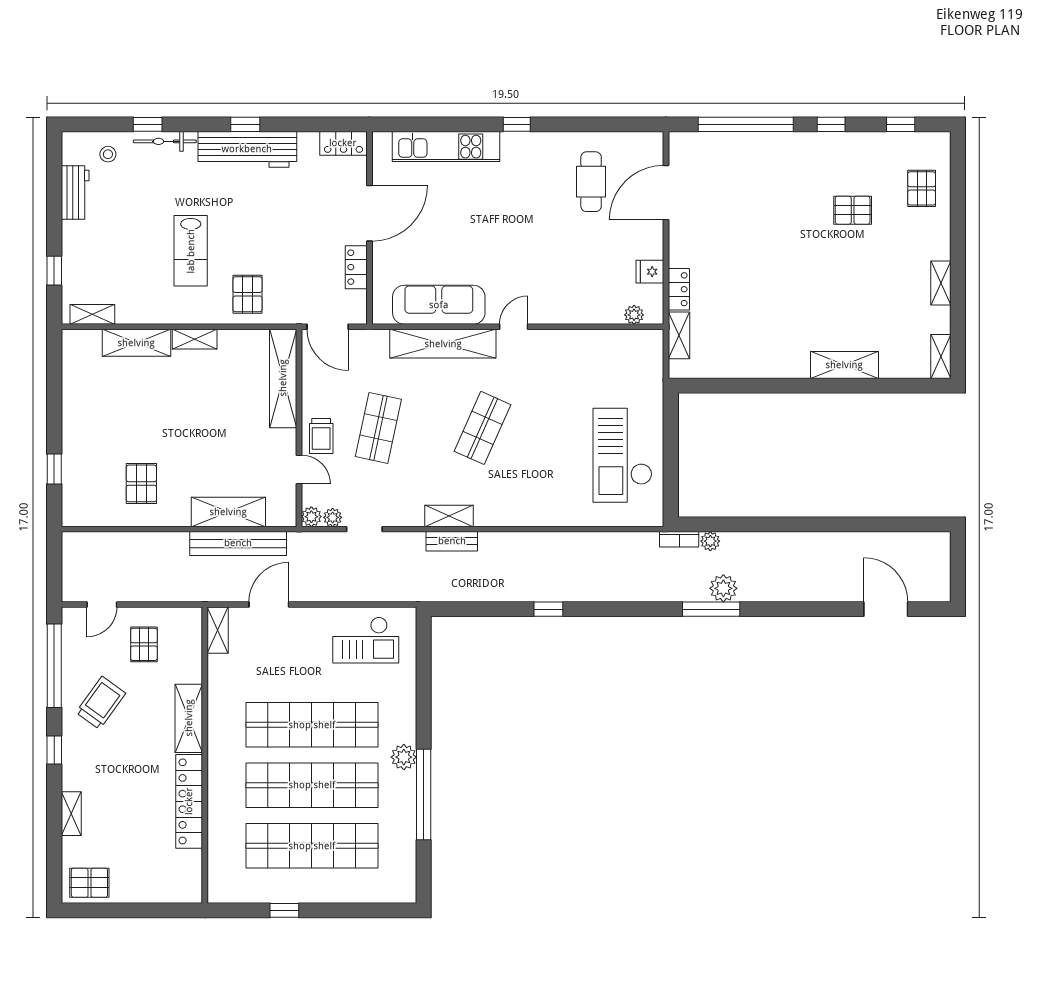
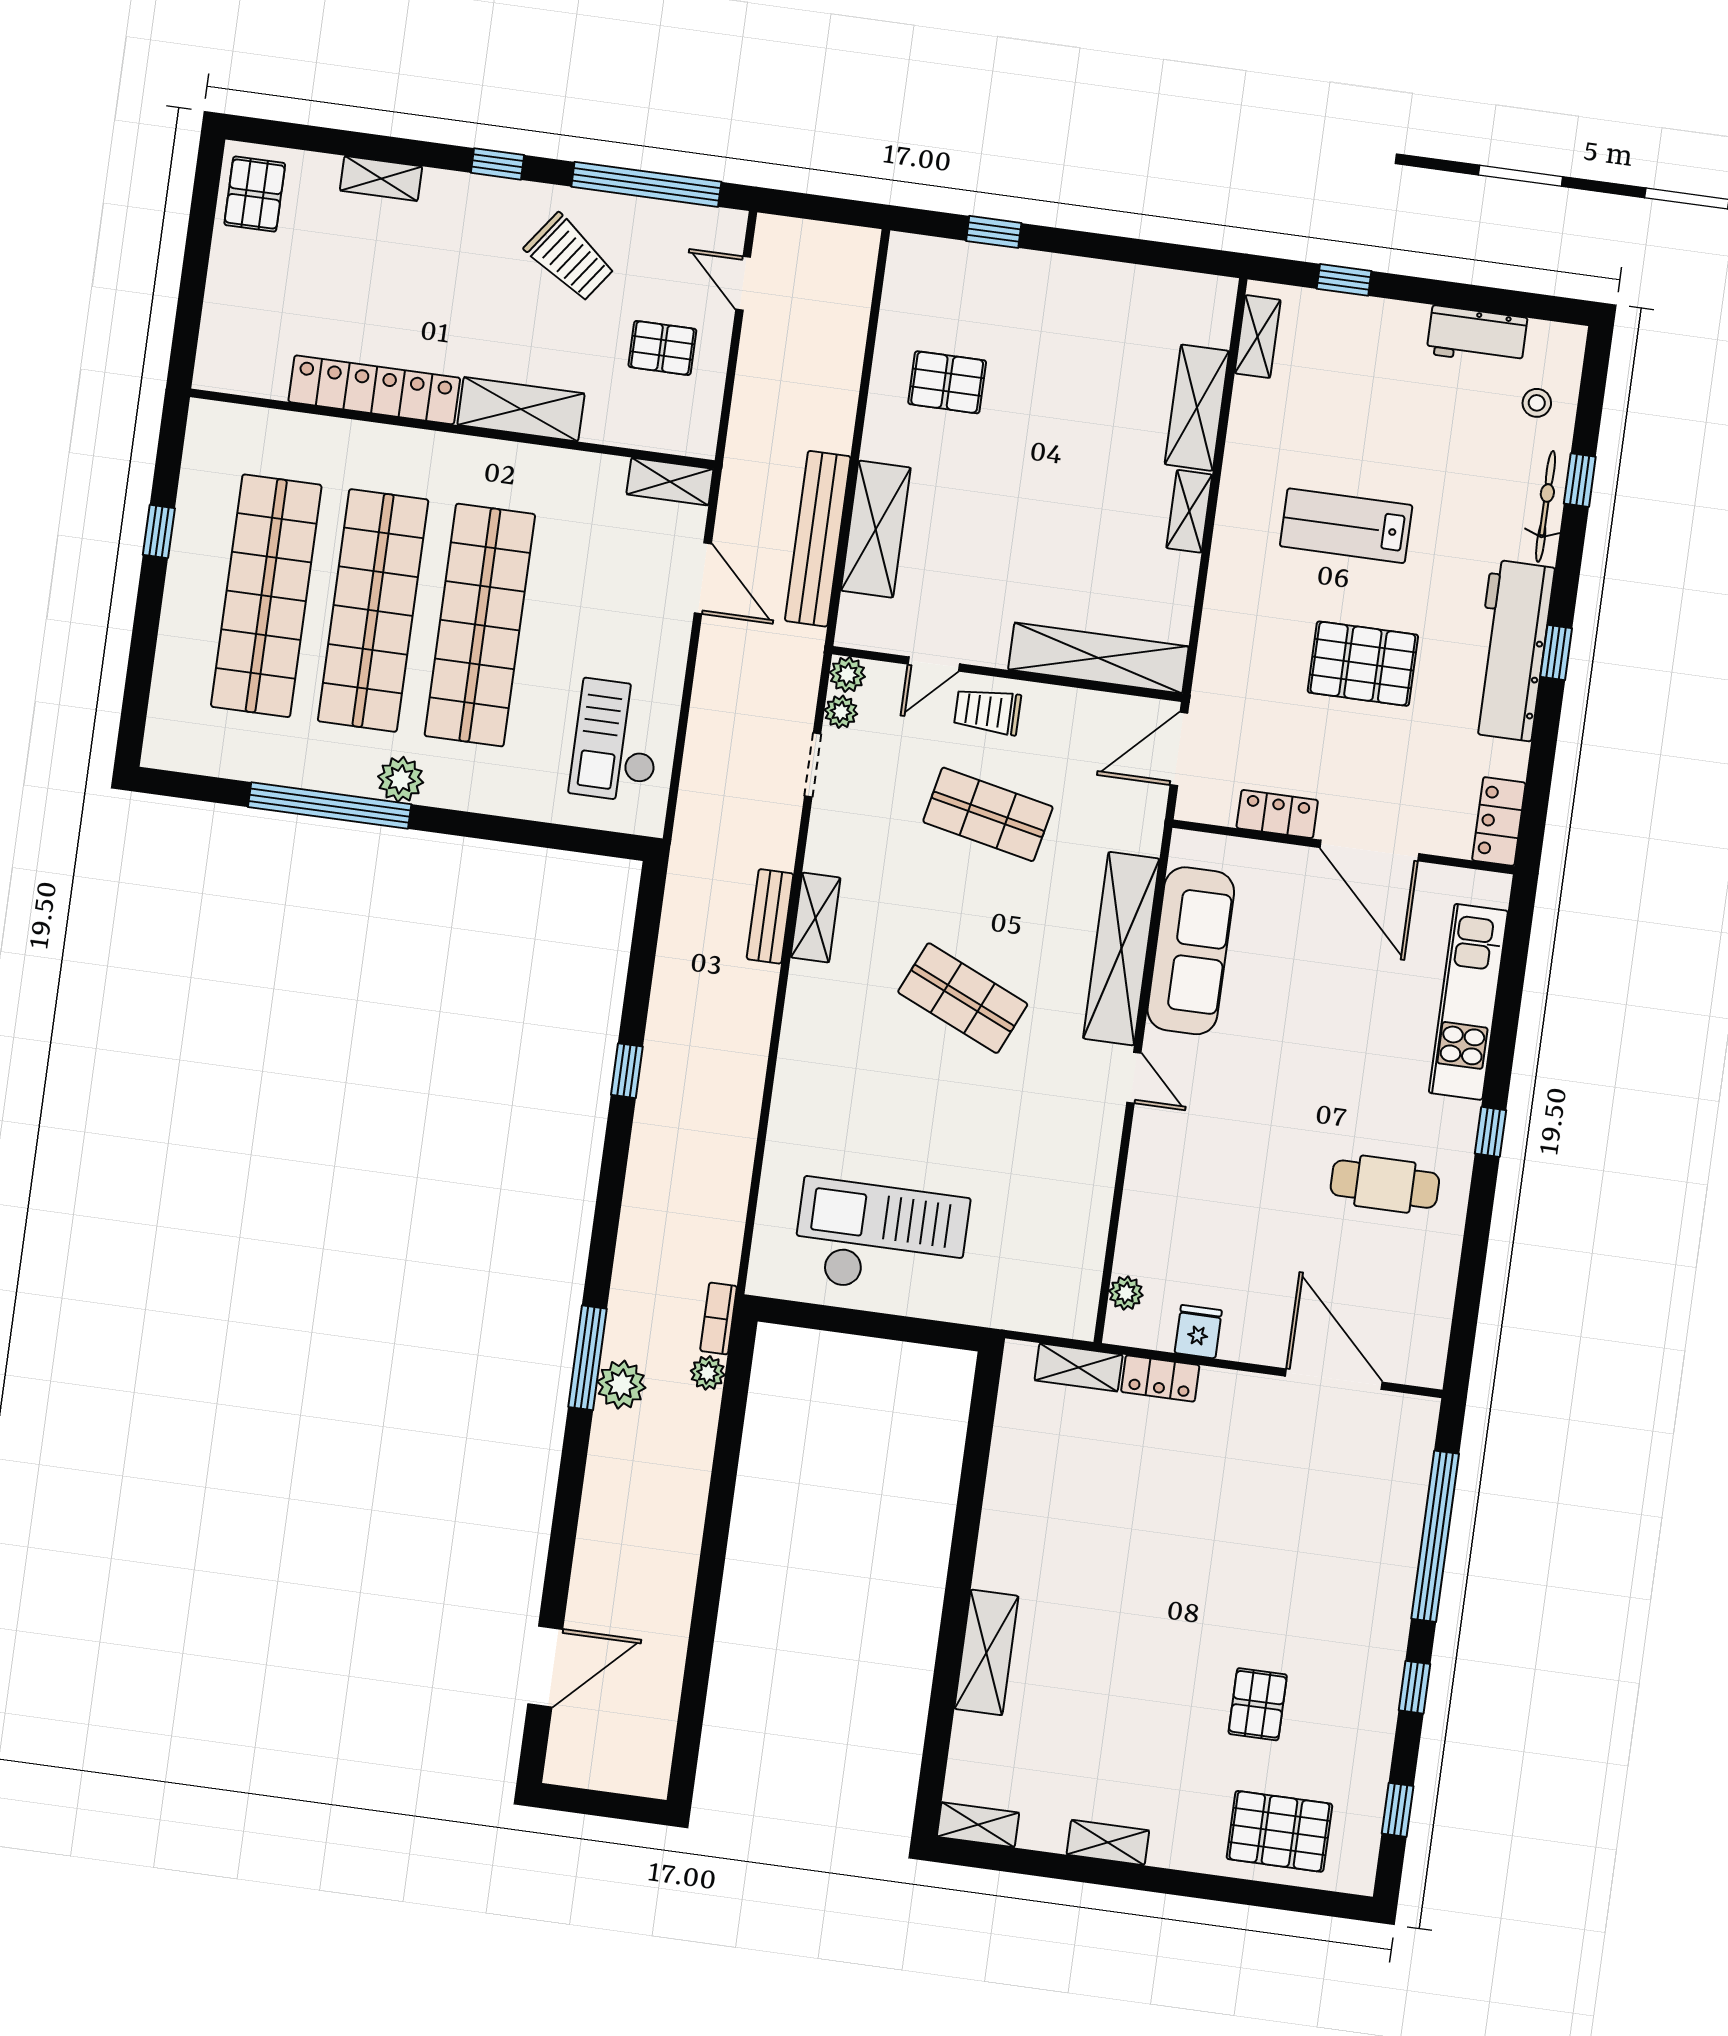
cafe table: (591, 182) -> (1385, 1184), moved
pallet: (922, 188) -> (1279, 1831), width x1.50, depth x1.42
pallet: (248, 294) -> (1363, 664), moved, width x1.50, depth x1.42

